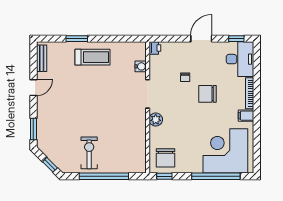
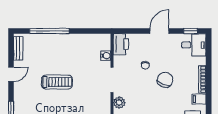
window: (77, 39) -> (49, 31), width x2.11
printer: (155, 48) -> (121, 44), width x1.87, depth x1.48
treadmill: (93, 57) -> (57, 82), moved
desk: (240, 59) -> (194, 45), width x0.73
chair: (207, 94) -> (165, 80), turned 113

